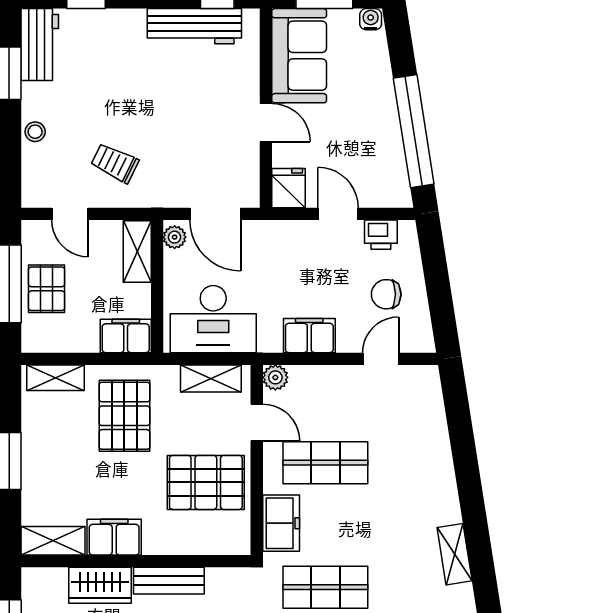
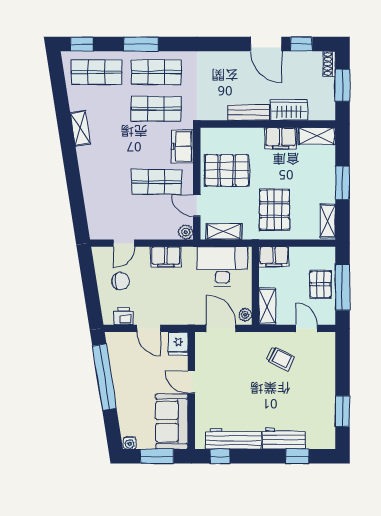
workbench: (40, 45) -> (284, 438), moved, turned 90
stool: (35, 132) -> (327, 377), removed
shelving: (56, 378) -> (328, 221), moved, turned 90

